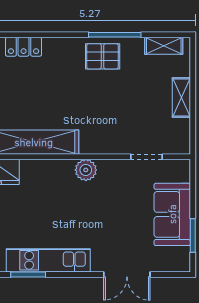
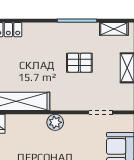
pallet: (103, 56) -> (79, 63), moved

